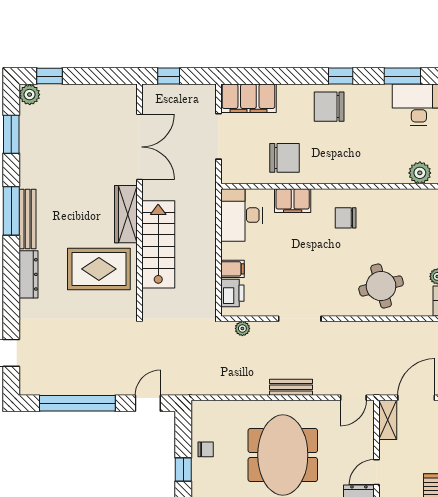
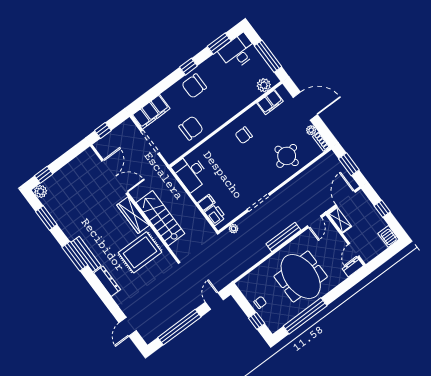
filing cabinet: (293, 201) -> (270, 102), moved
bench: (291, 387) -> (283, 237), width x1.36

